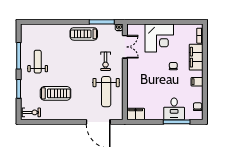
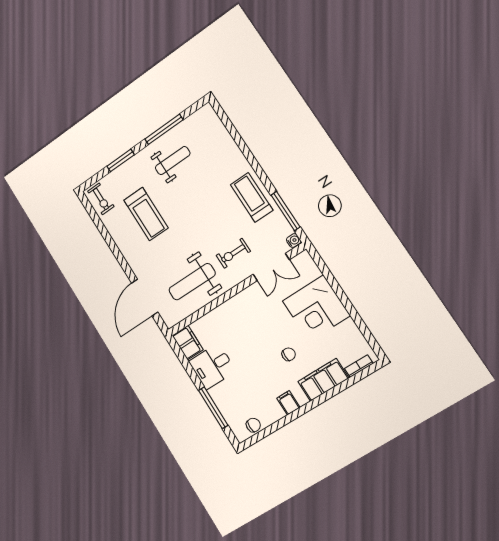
desk: (174, 109) -> (212, 366), moved

